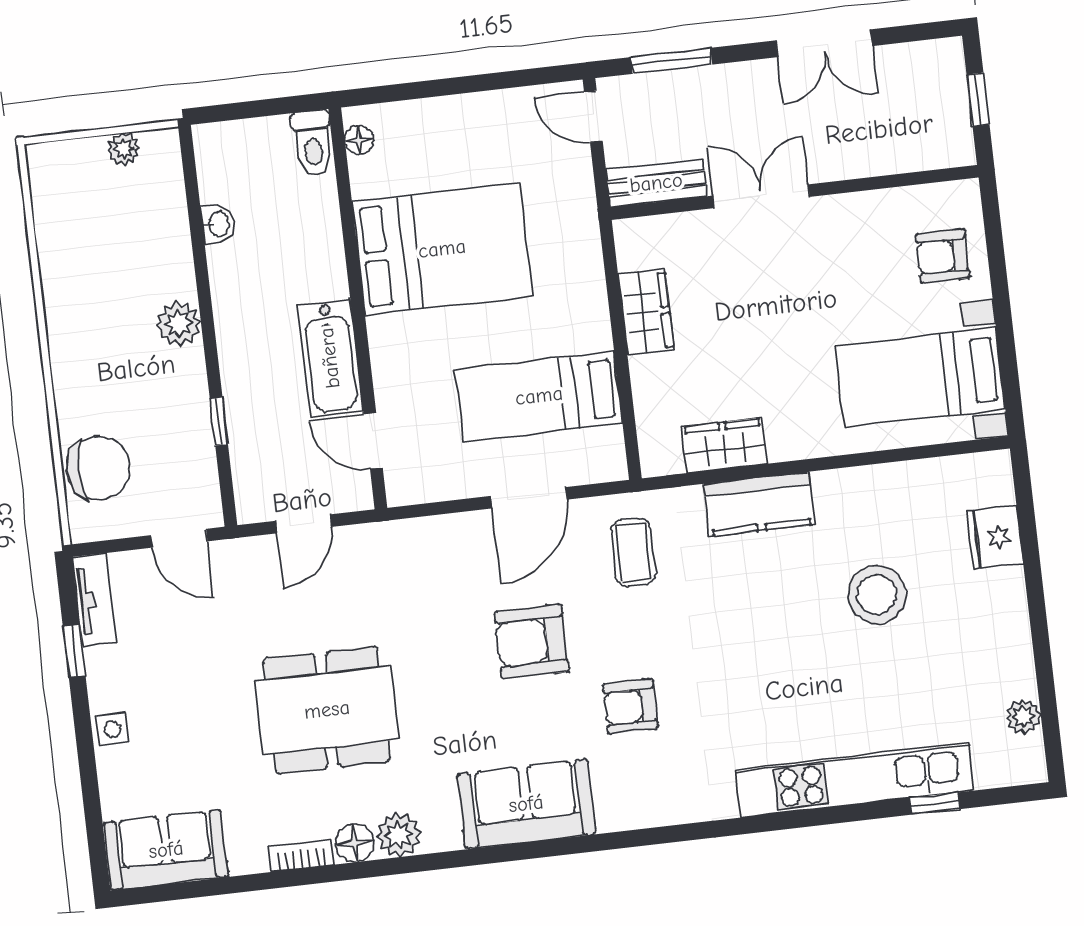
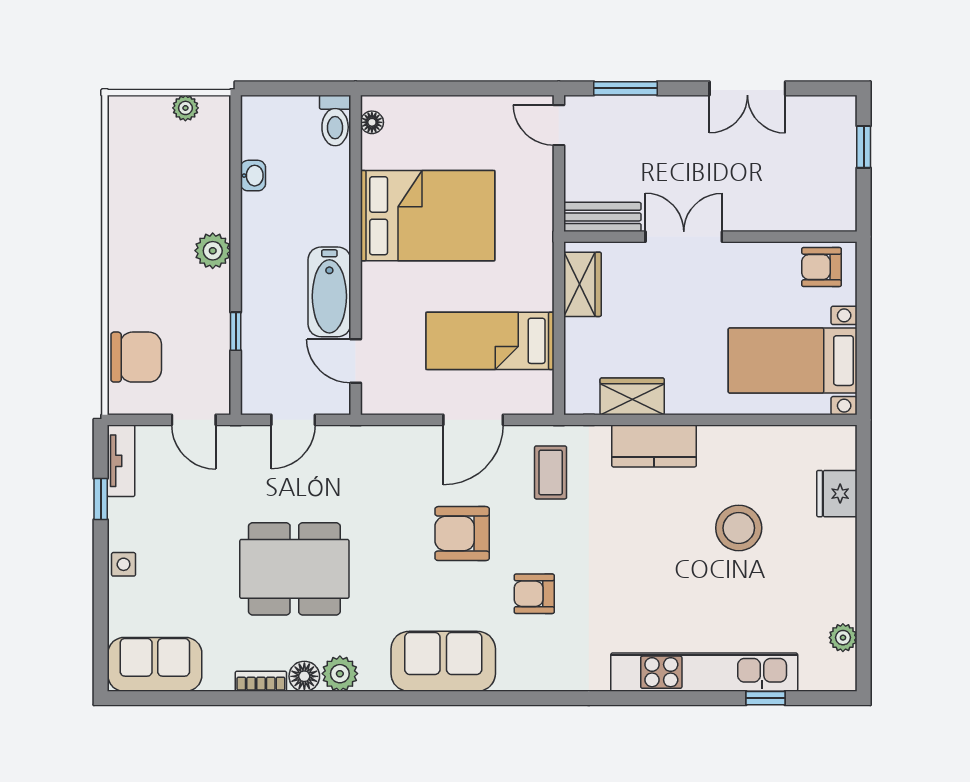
bench: (656, 183) -> (602, 217), moved
wall: (794, 192) -> (710, 237), moved
double door: (761, 196) -> (684, 237), moved

